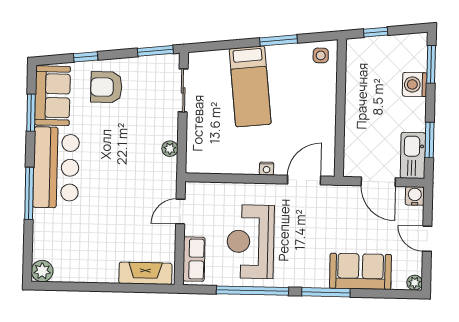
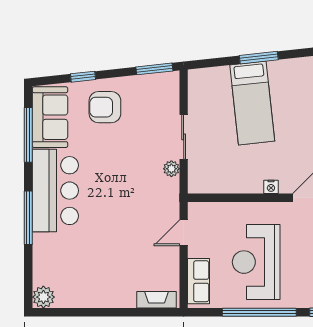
window: (279, 40) -> (259, 58), moved
sliding door: (183, 90) -> (184, 137), moved
window: (31, 113) -> (28, 135), width x1.44
fireplace: (145, 273) -> (157, 300), width x0.73, depth x0.76

